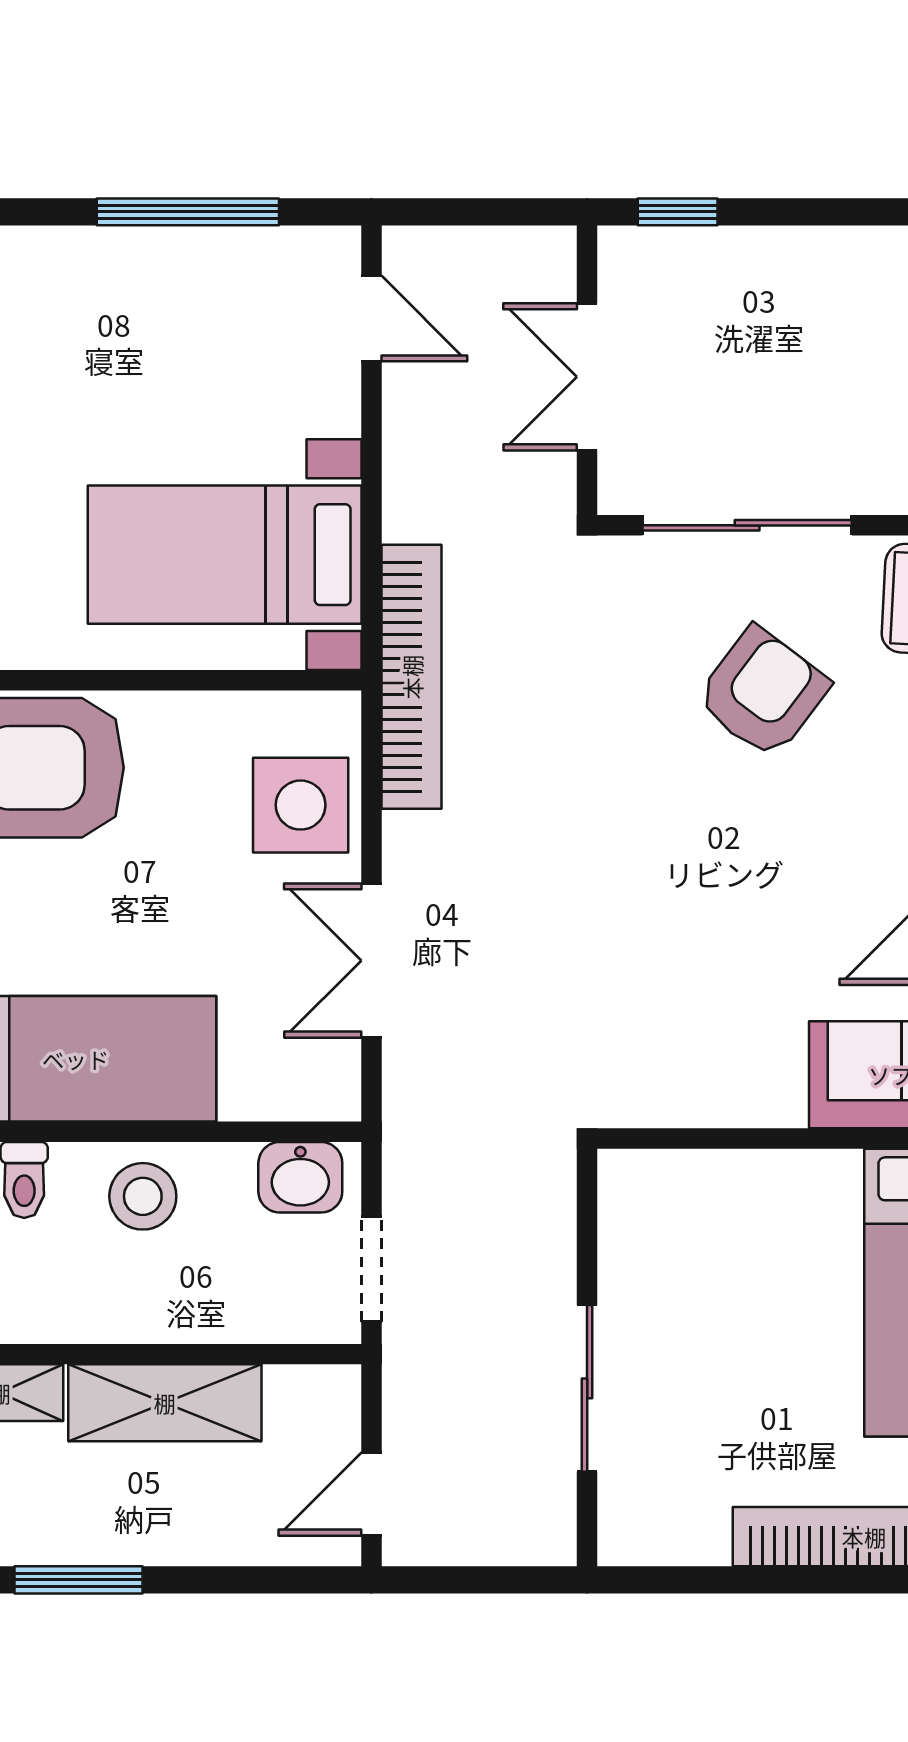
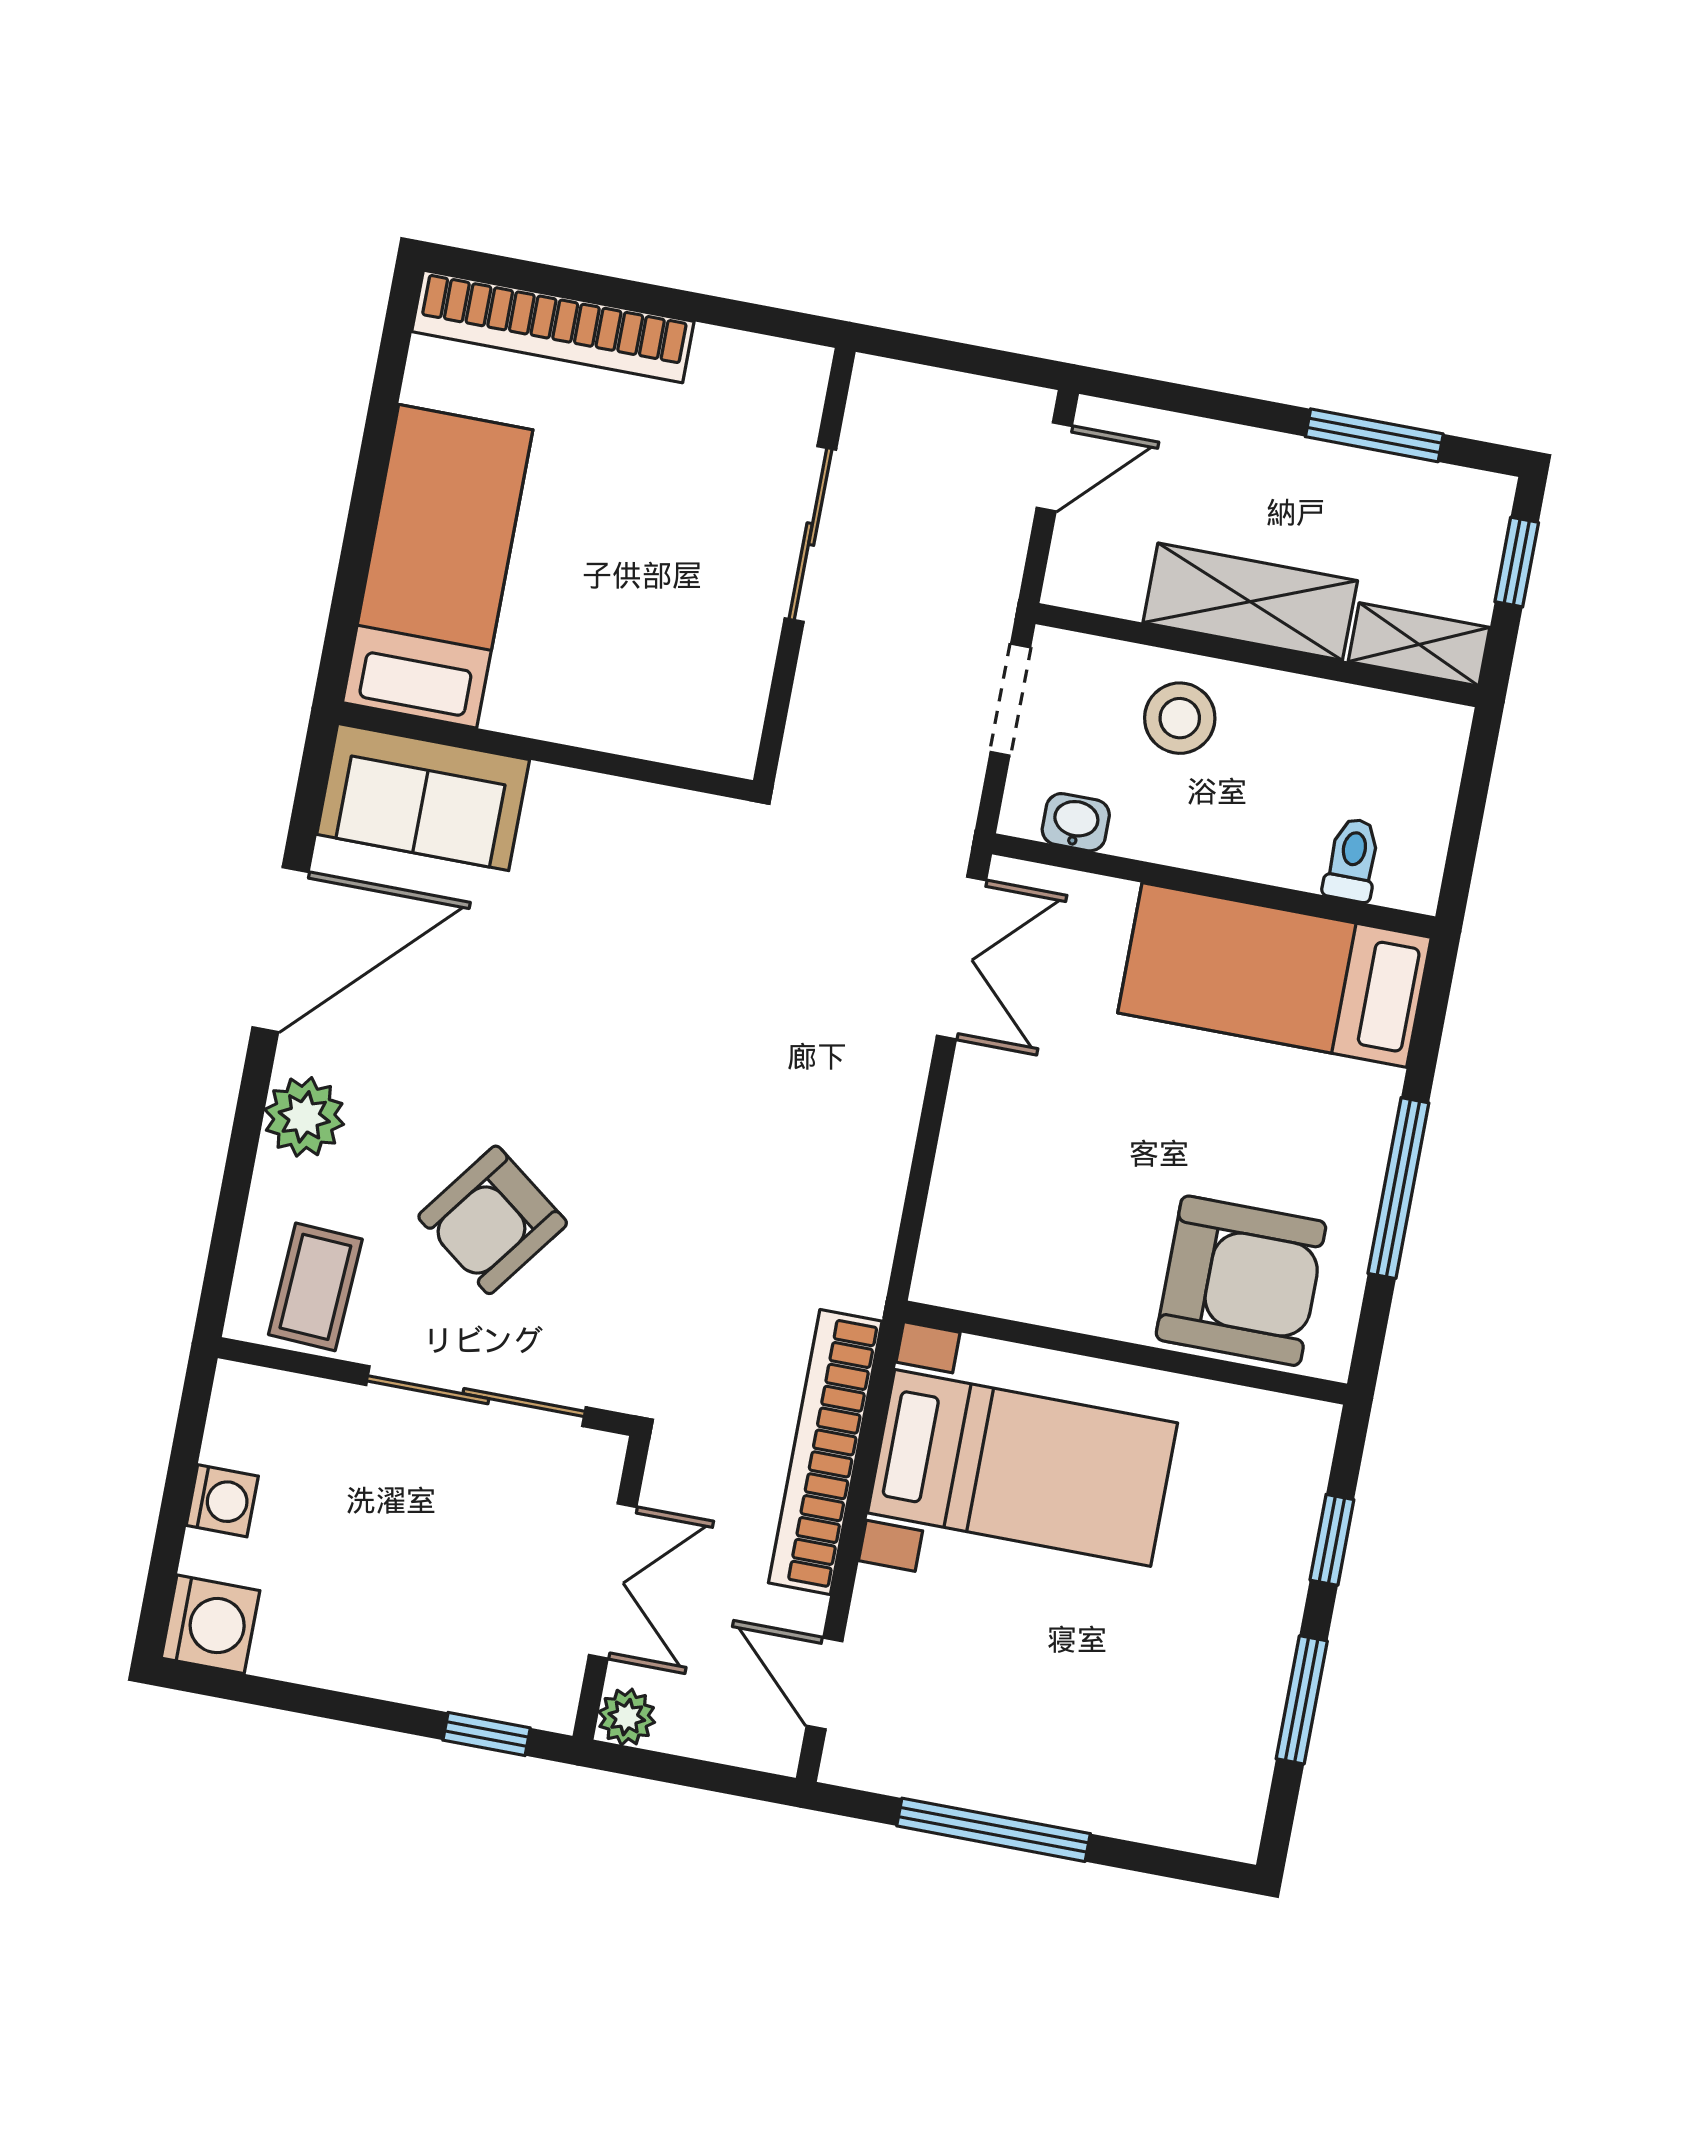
plant: (550, 252) -> (627, 1717), added
bookcase: (412, 677) -> (825, 1452), moved
side table: (301, 805) -> (993, 1194), removed
double door: (371, 961) -> (961, 958), moved
washbasin: (300, 1177) -> (1076, 822), width x0.72, depth x0.69
stool: (143, 1196) -> (1180, 718), moved

